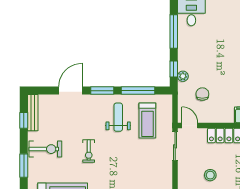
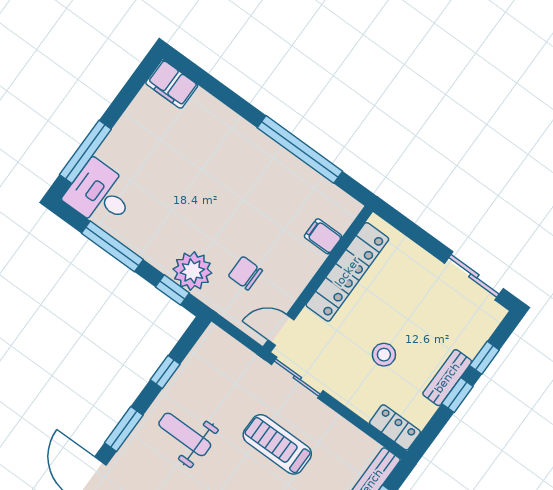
plant: (183, 76) -> (192, 271), width x1.88, depth x1.88
window: (138, 91) -> (165, 372), width x0.46
treadmill: (147, 120) -> (277, 444), moved, turned 180

